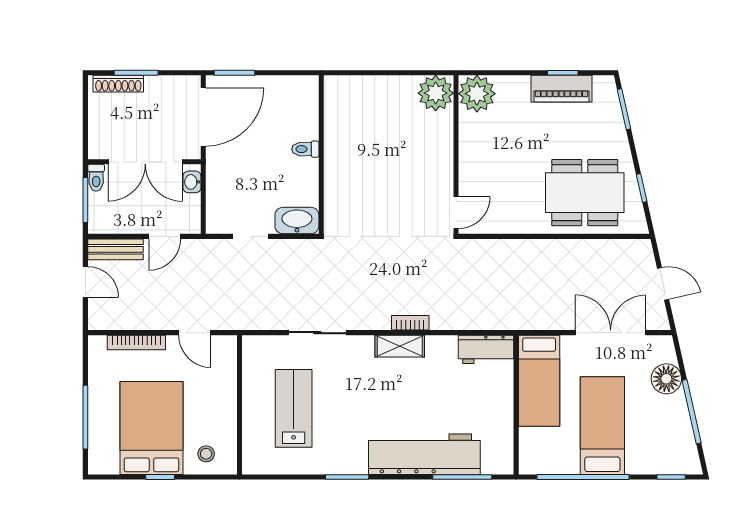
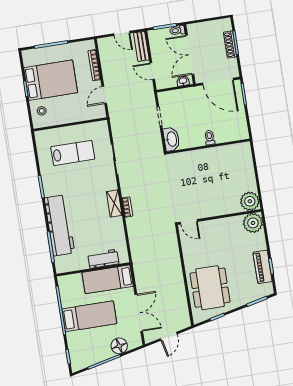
shoe rack: (118, 84) -> (230, 45), moved
door: (85, 282) -> (122, 33), hinge flipped
workbench: (486, 349) -> (103, 259), moved, turned 90

